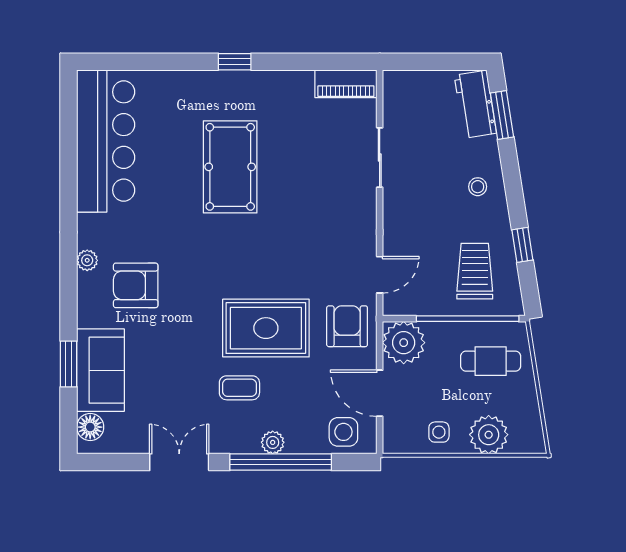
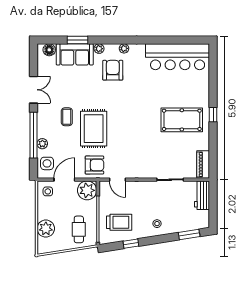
workbench: (475, 104) -> (202, 195), moved, turned -81
pool table: (230, 167) -> (182, 120), moved
plant: (88, 316) -> (99, 49), added
side table: (439, 432) -> (48, 191), moved
plant: (273, 442) -> (42, 144), moved

